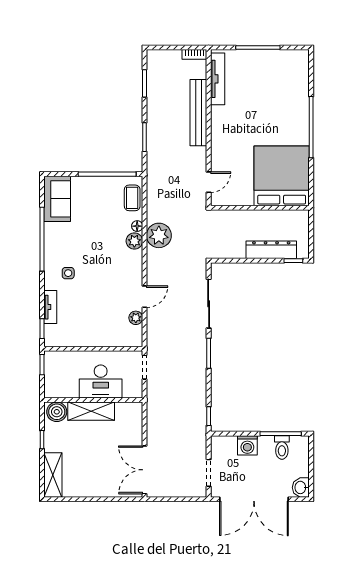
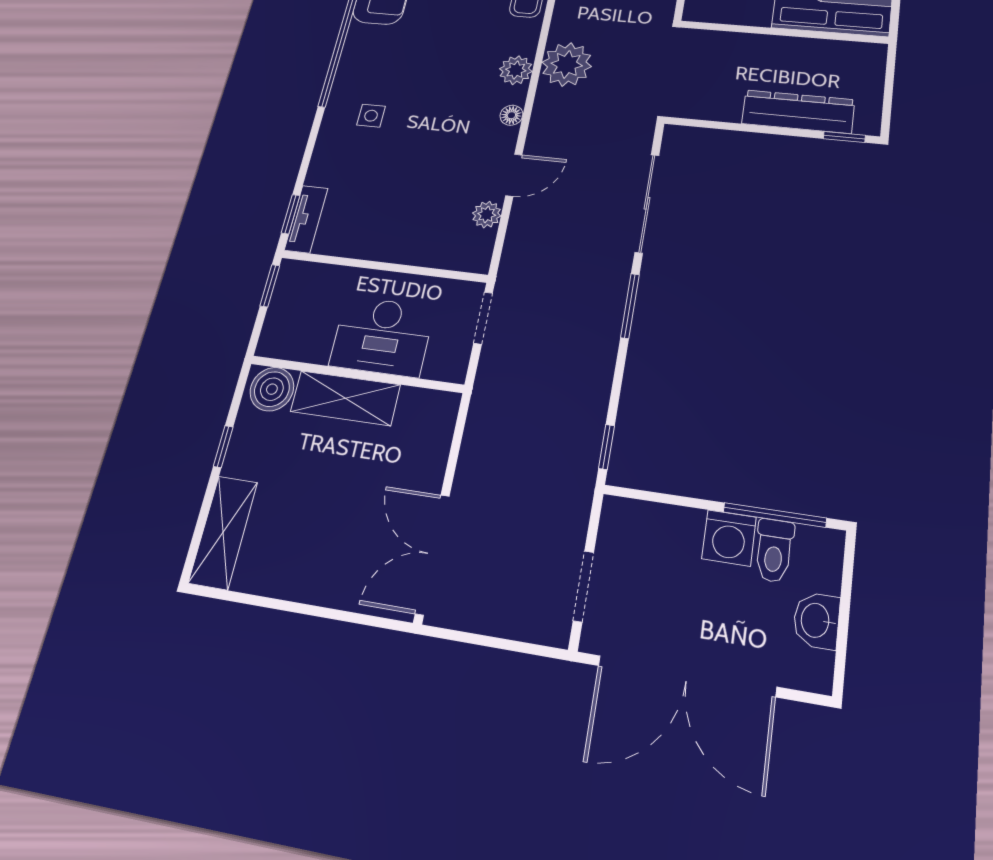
floor lamp: (137, 226) -> (511, 115), moved
tv unit: (50, 307) -> (306, 219), moved
washing machine: (247, 445) -> (729, 538), moved
washbasin: (301, 487) -> (816, 620), moved

